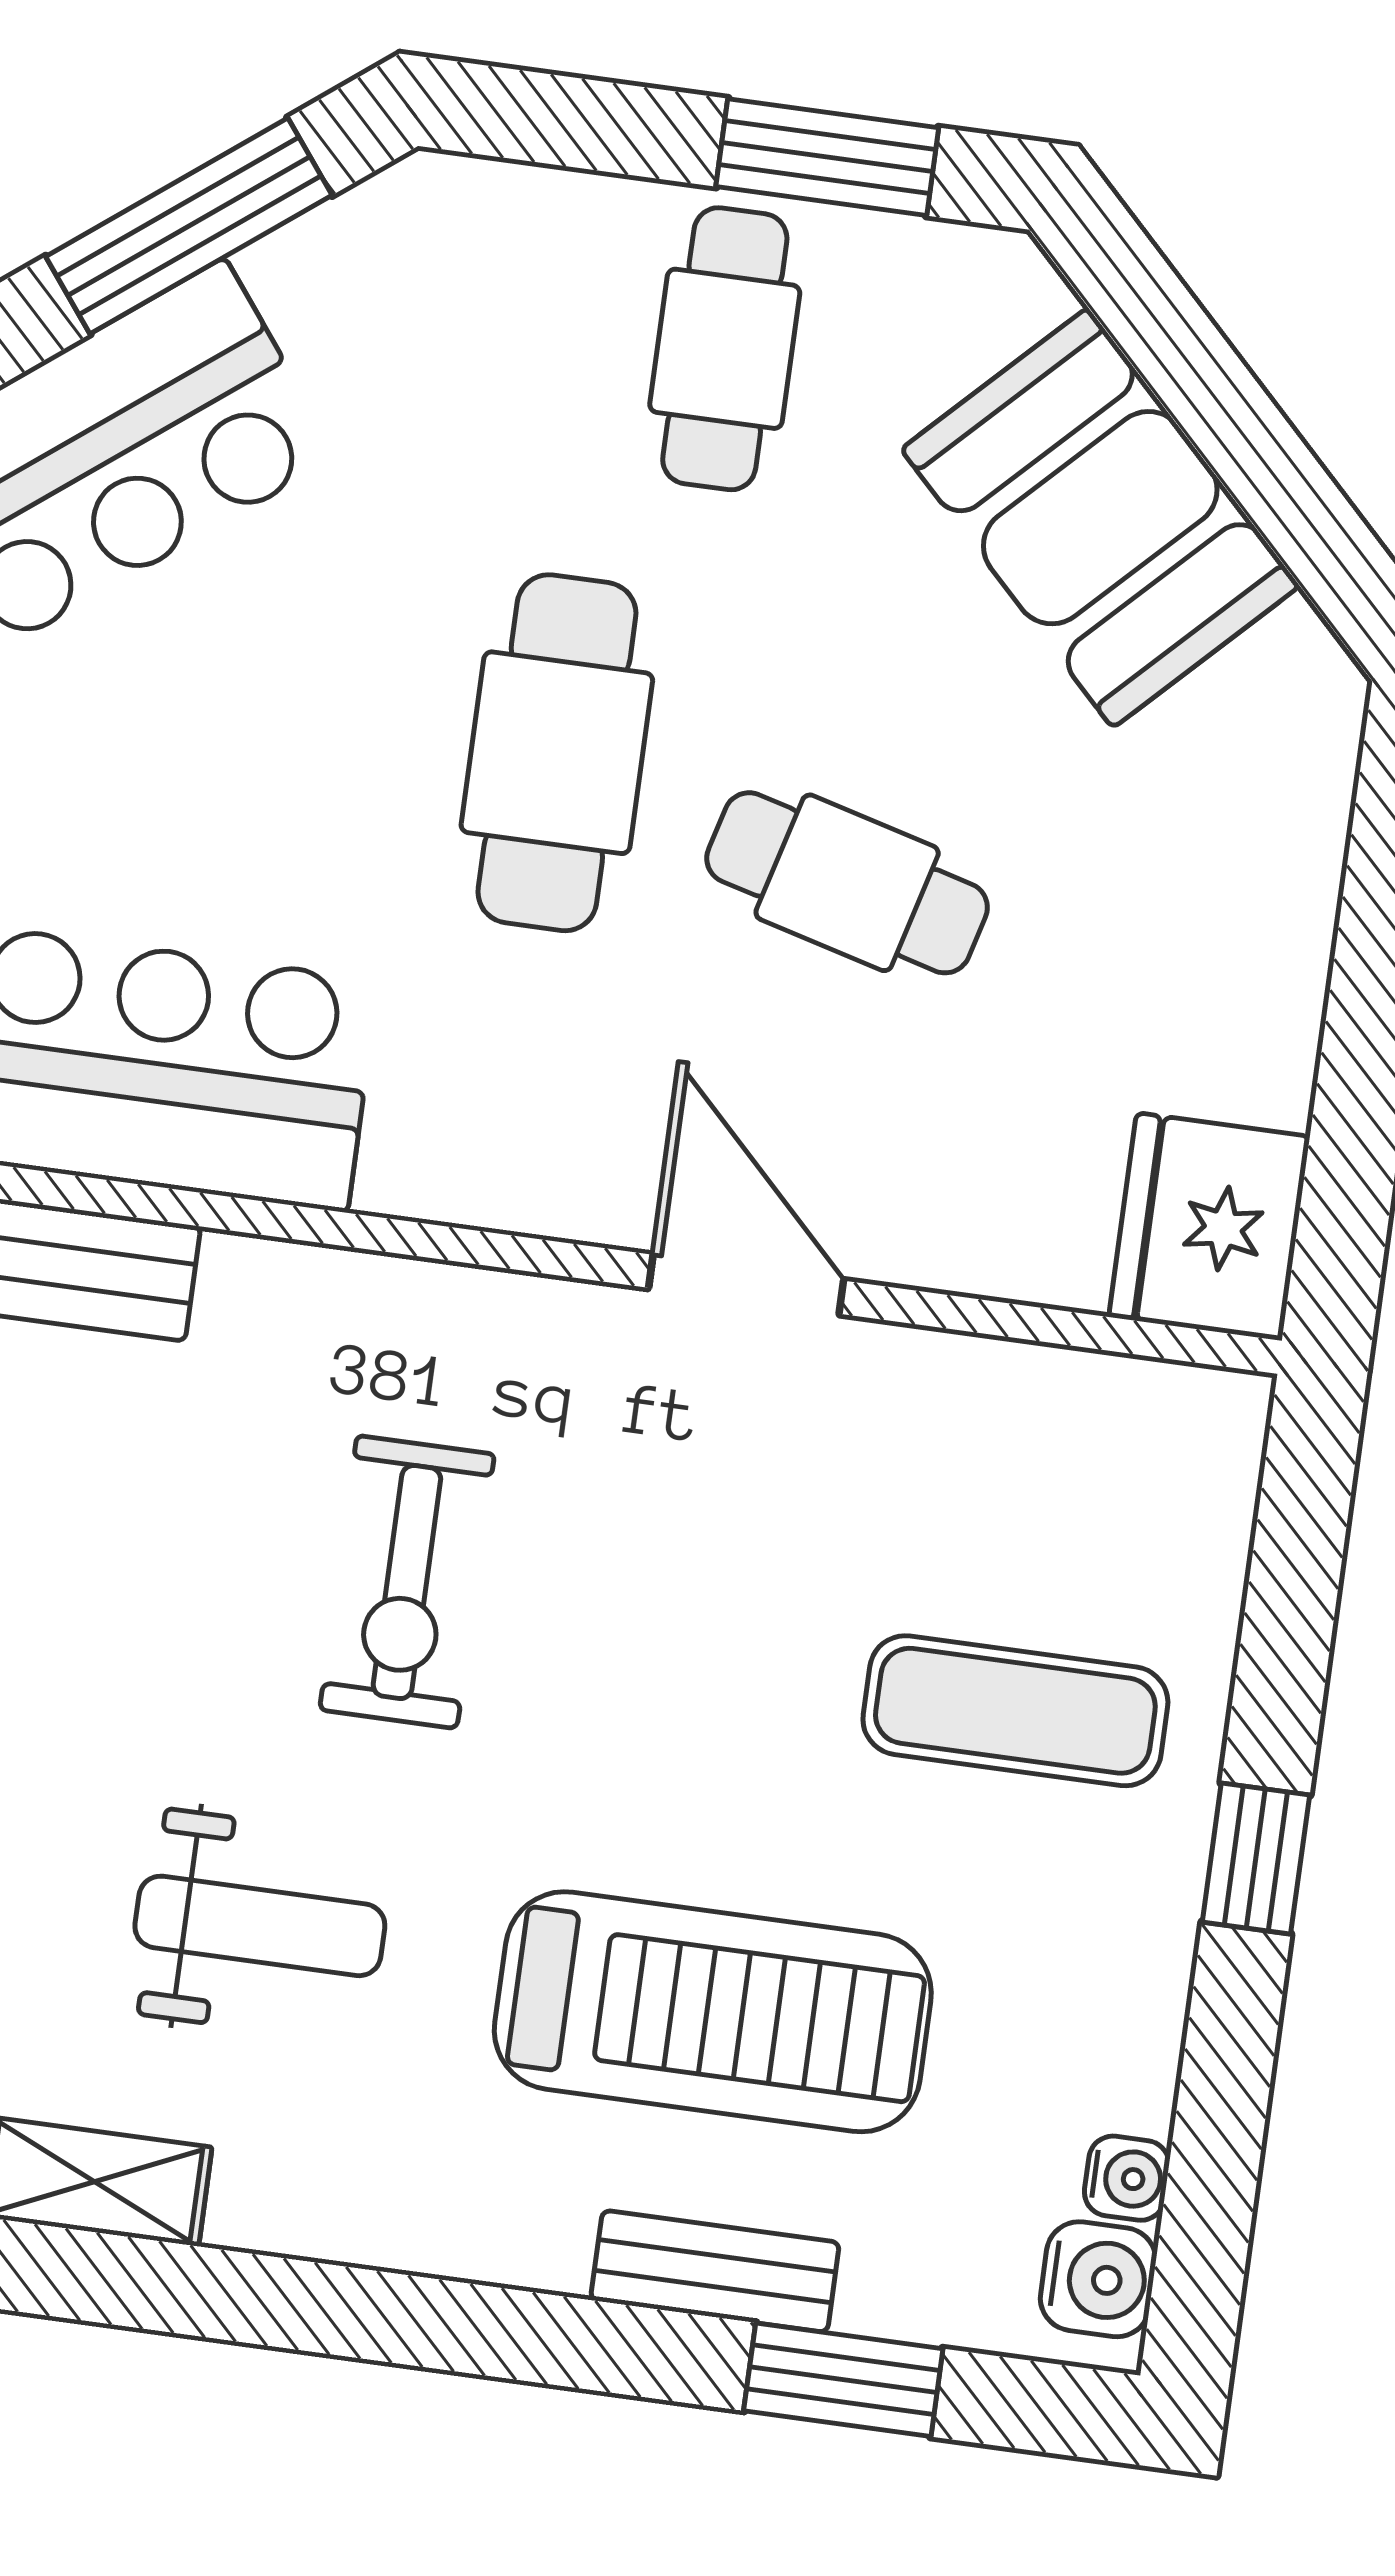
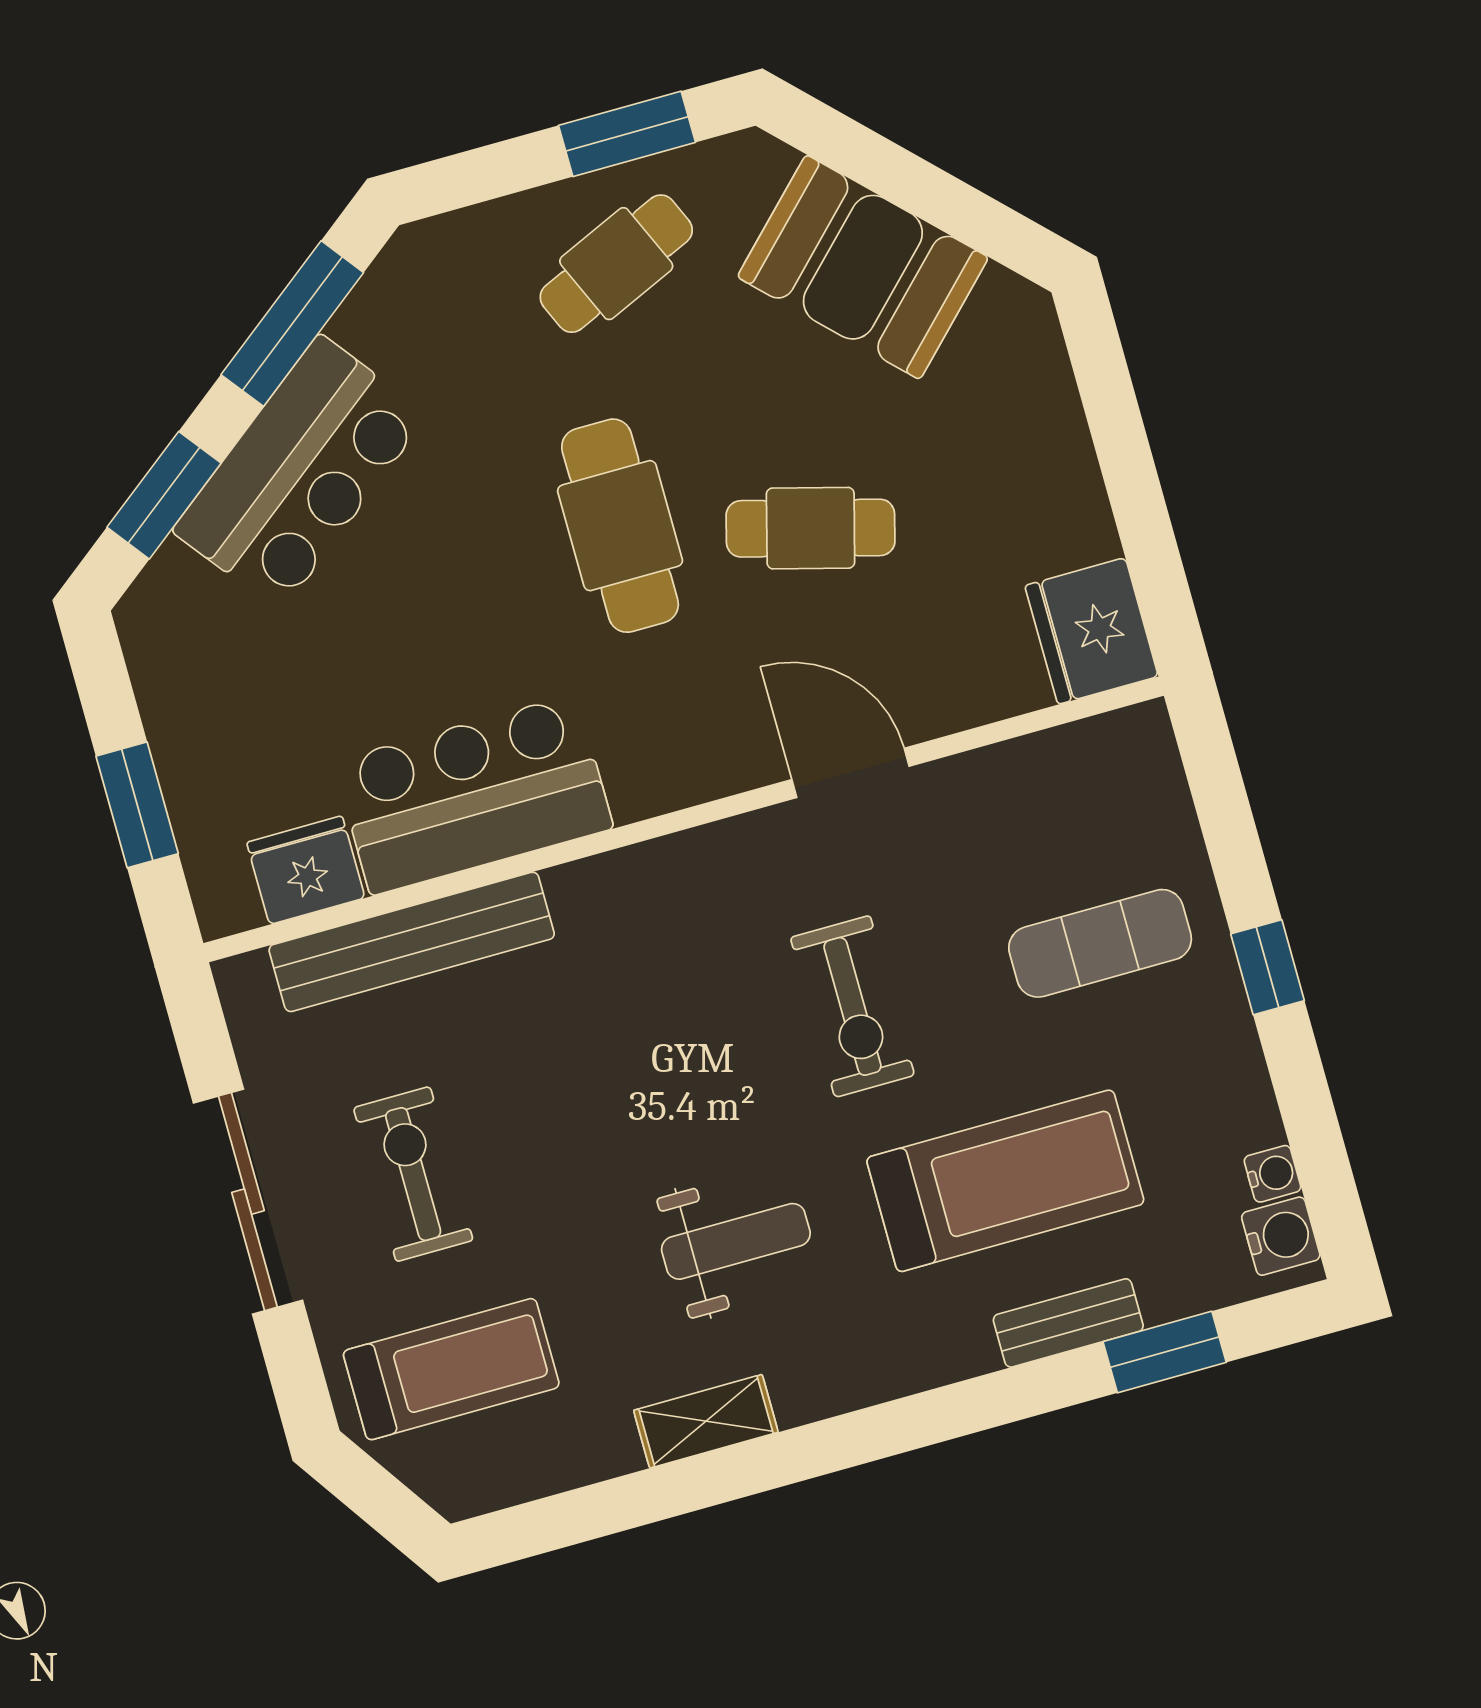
cafe table: (725, 349) -> (616, 264), turned 66
exercise bike: (407, 1582) -> (852, 1006), moved

